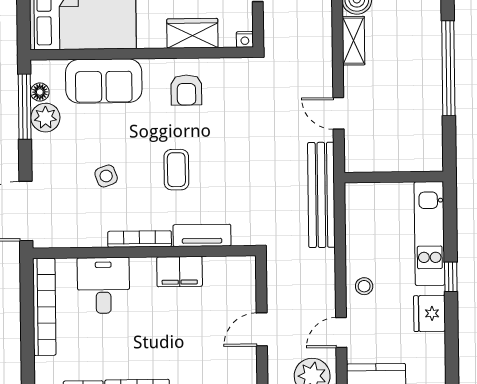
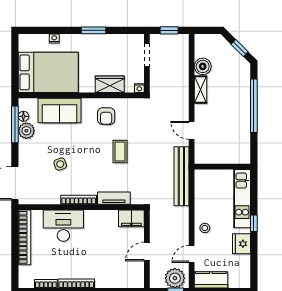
coffee table: (176, 170) -> (120, 152), moved
filing cabinet: (180, 272) -> (131, 218), moved
desk: (103, 285) -> (63, 226), width x1.37

